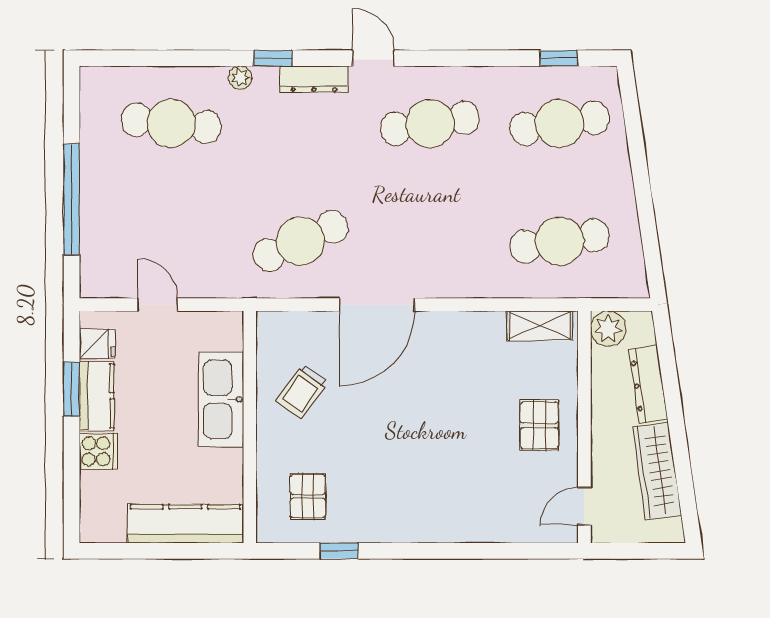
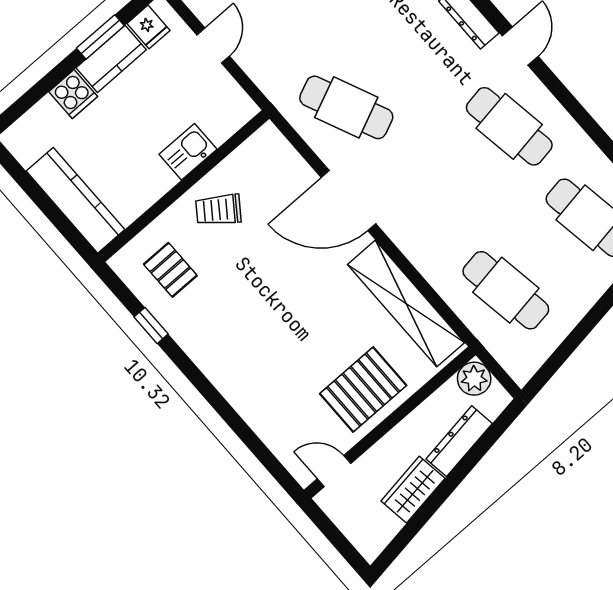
shelving: (540, 326) -> (406, 304), width x2.20, depth x1.33
trolley: (302, 391) -> (218, 210), moved
kitchen sink: (221, 399) -> (188, 152), width x0.53, depth x0.81
pallet: (539, 425) -> (363, 389), width x1.50, depth x1.42
wardrobe: (657, 471) -> (413, 490), width x0.67
pallet: (308, 496) -> (170, 270), turned 90

